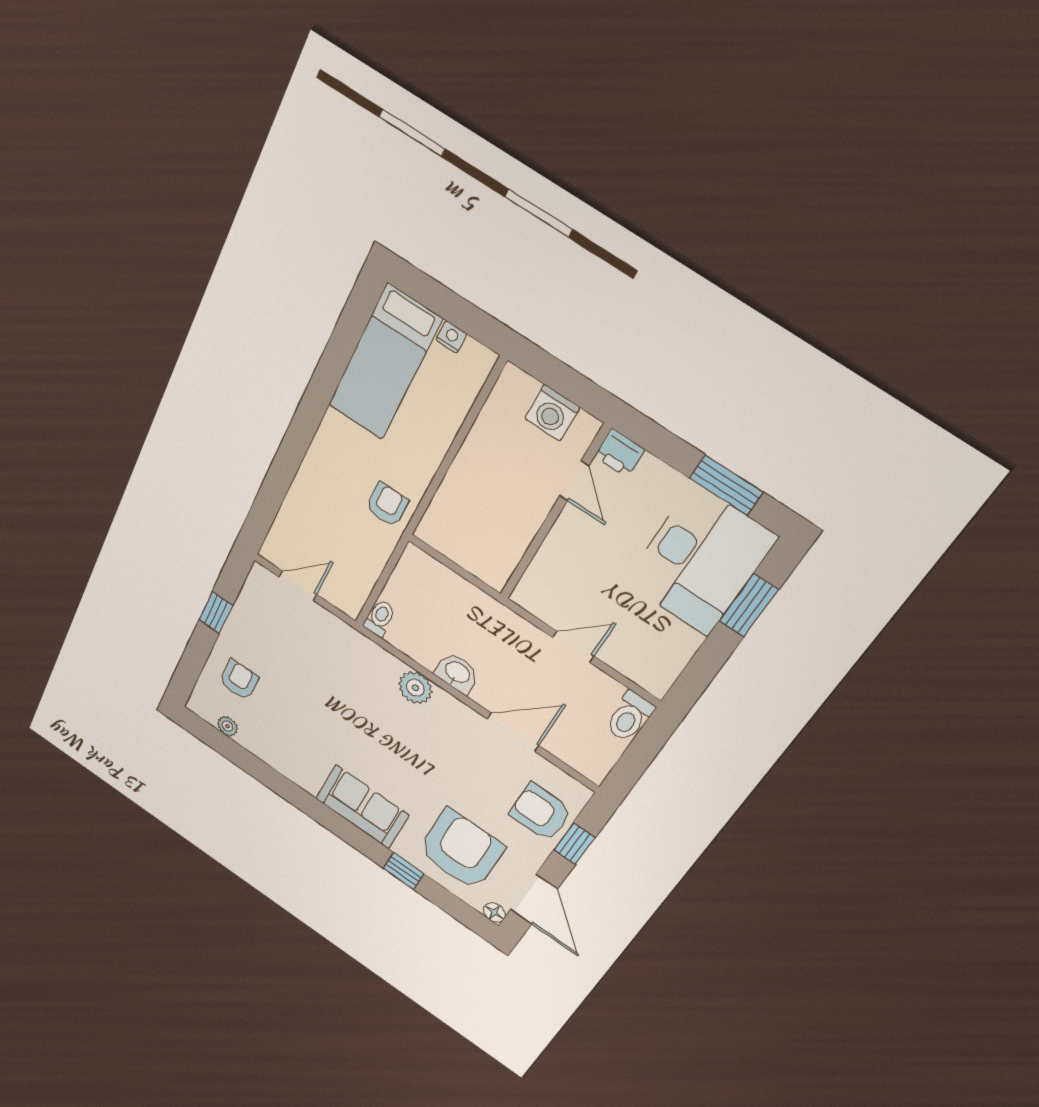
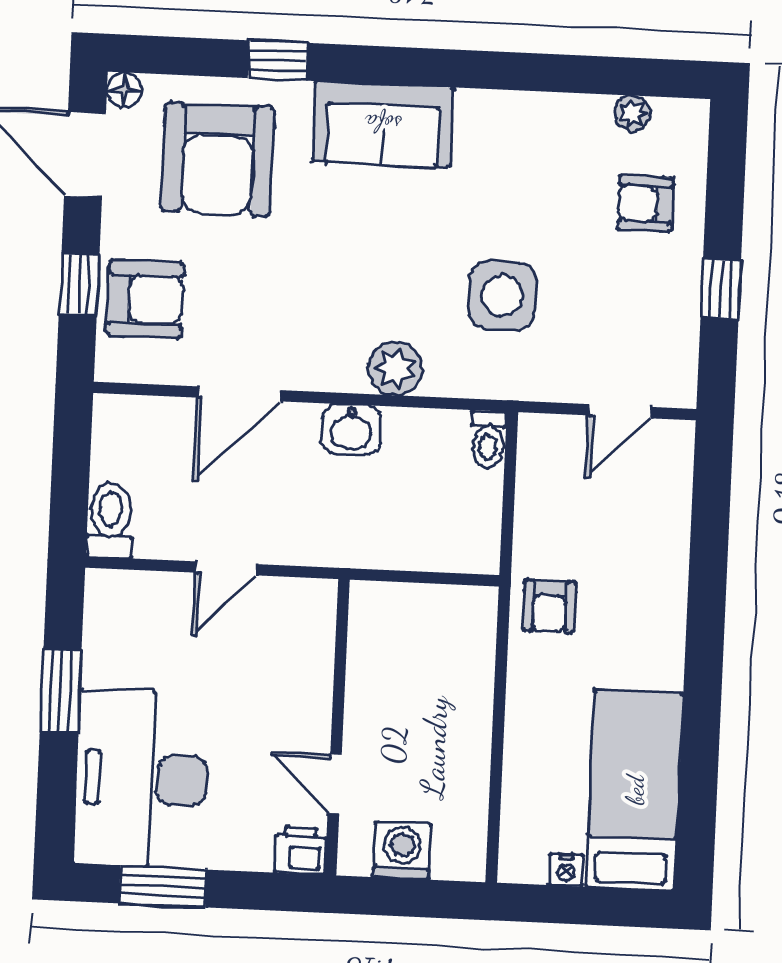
window: (749, 605) -> (61, 691), moved
armchair: (239, 680) -> (645, 204), turned 90
side table: (337, 685) -> (502, 296), added

